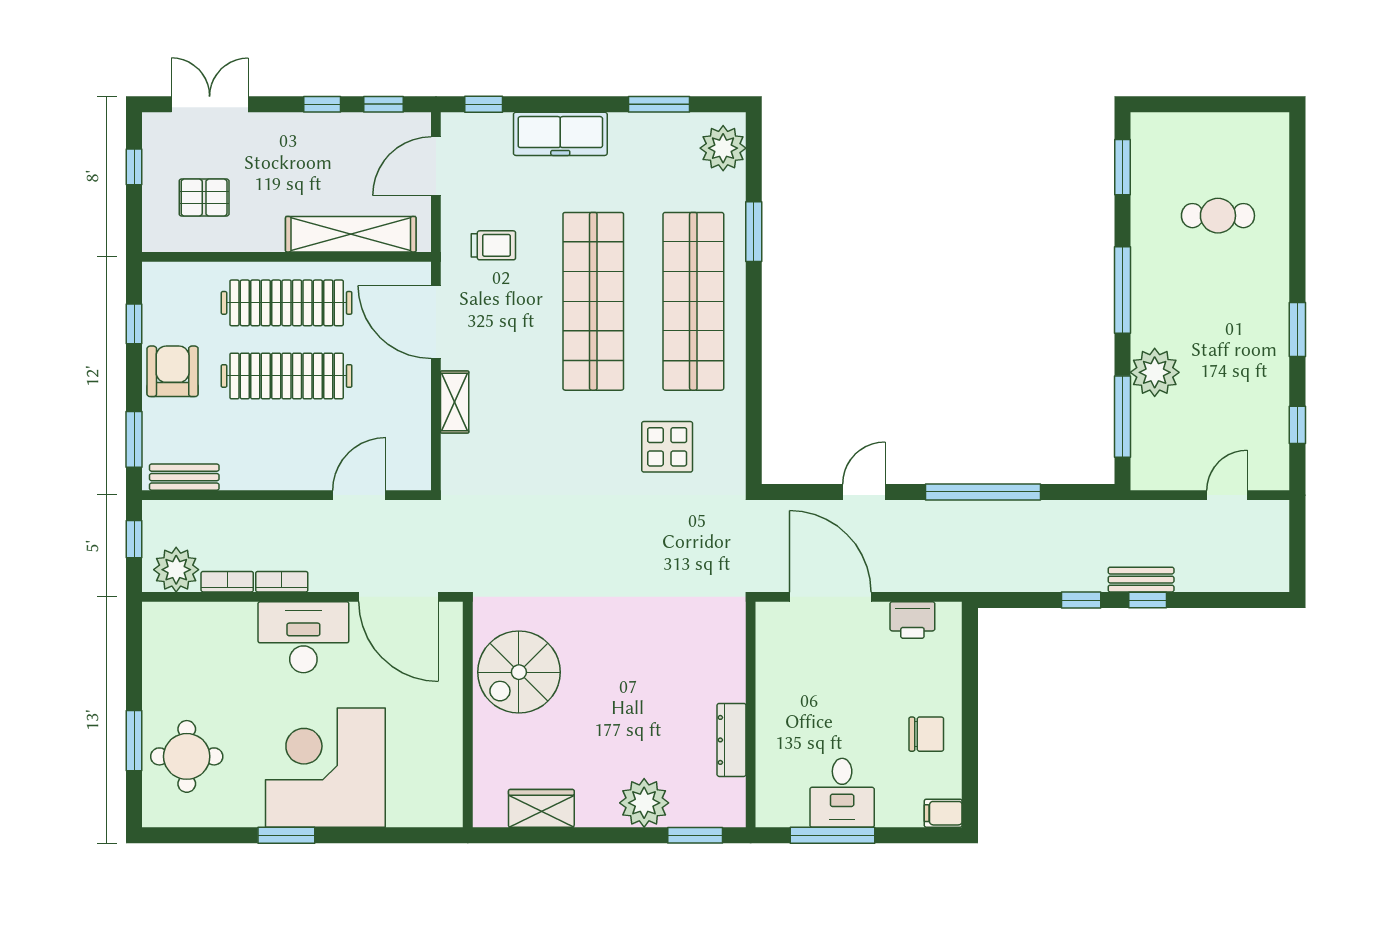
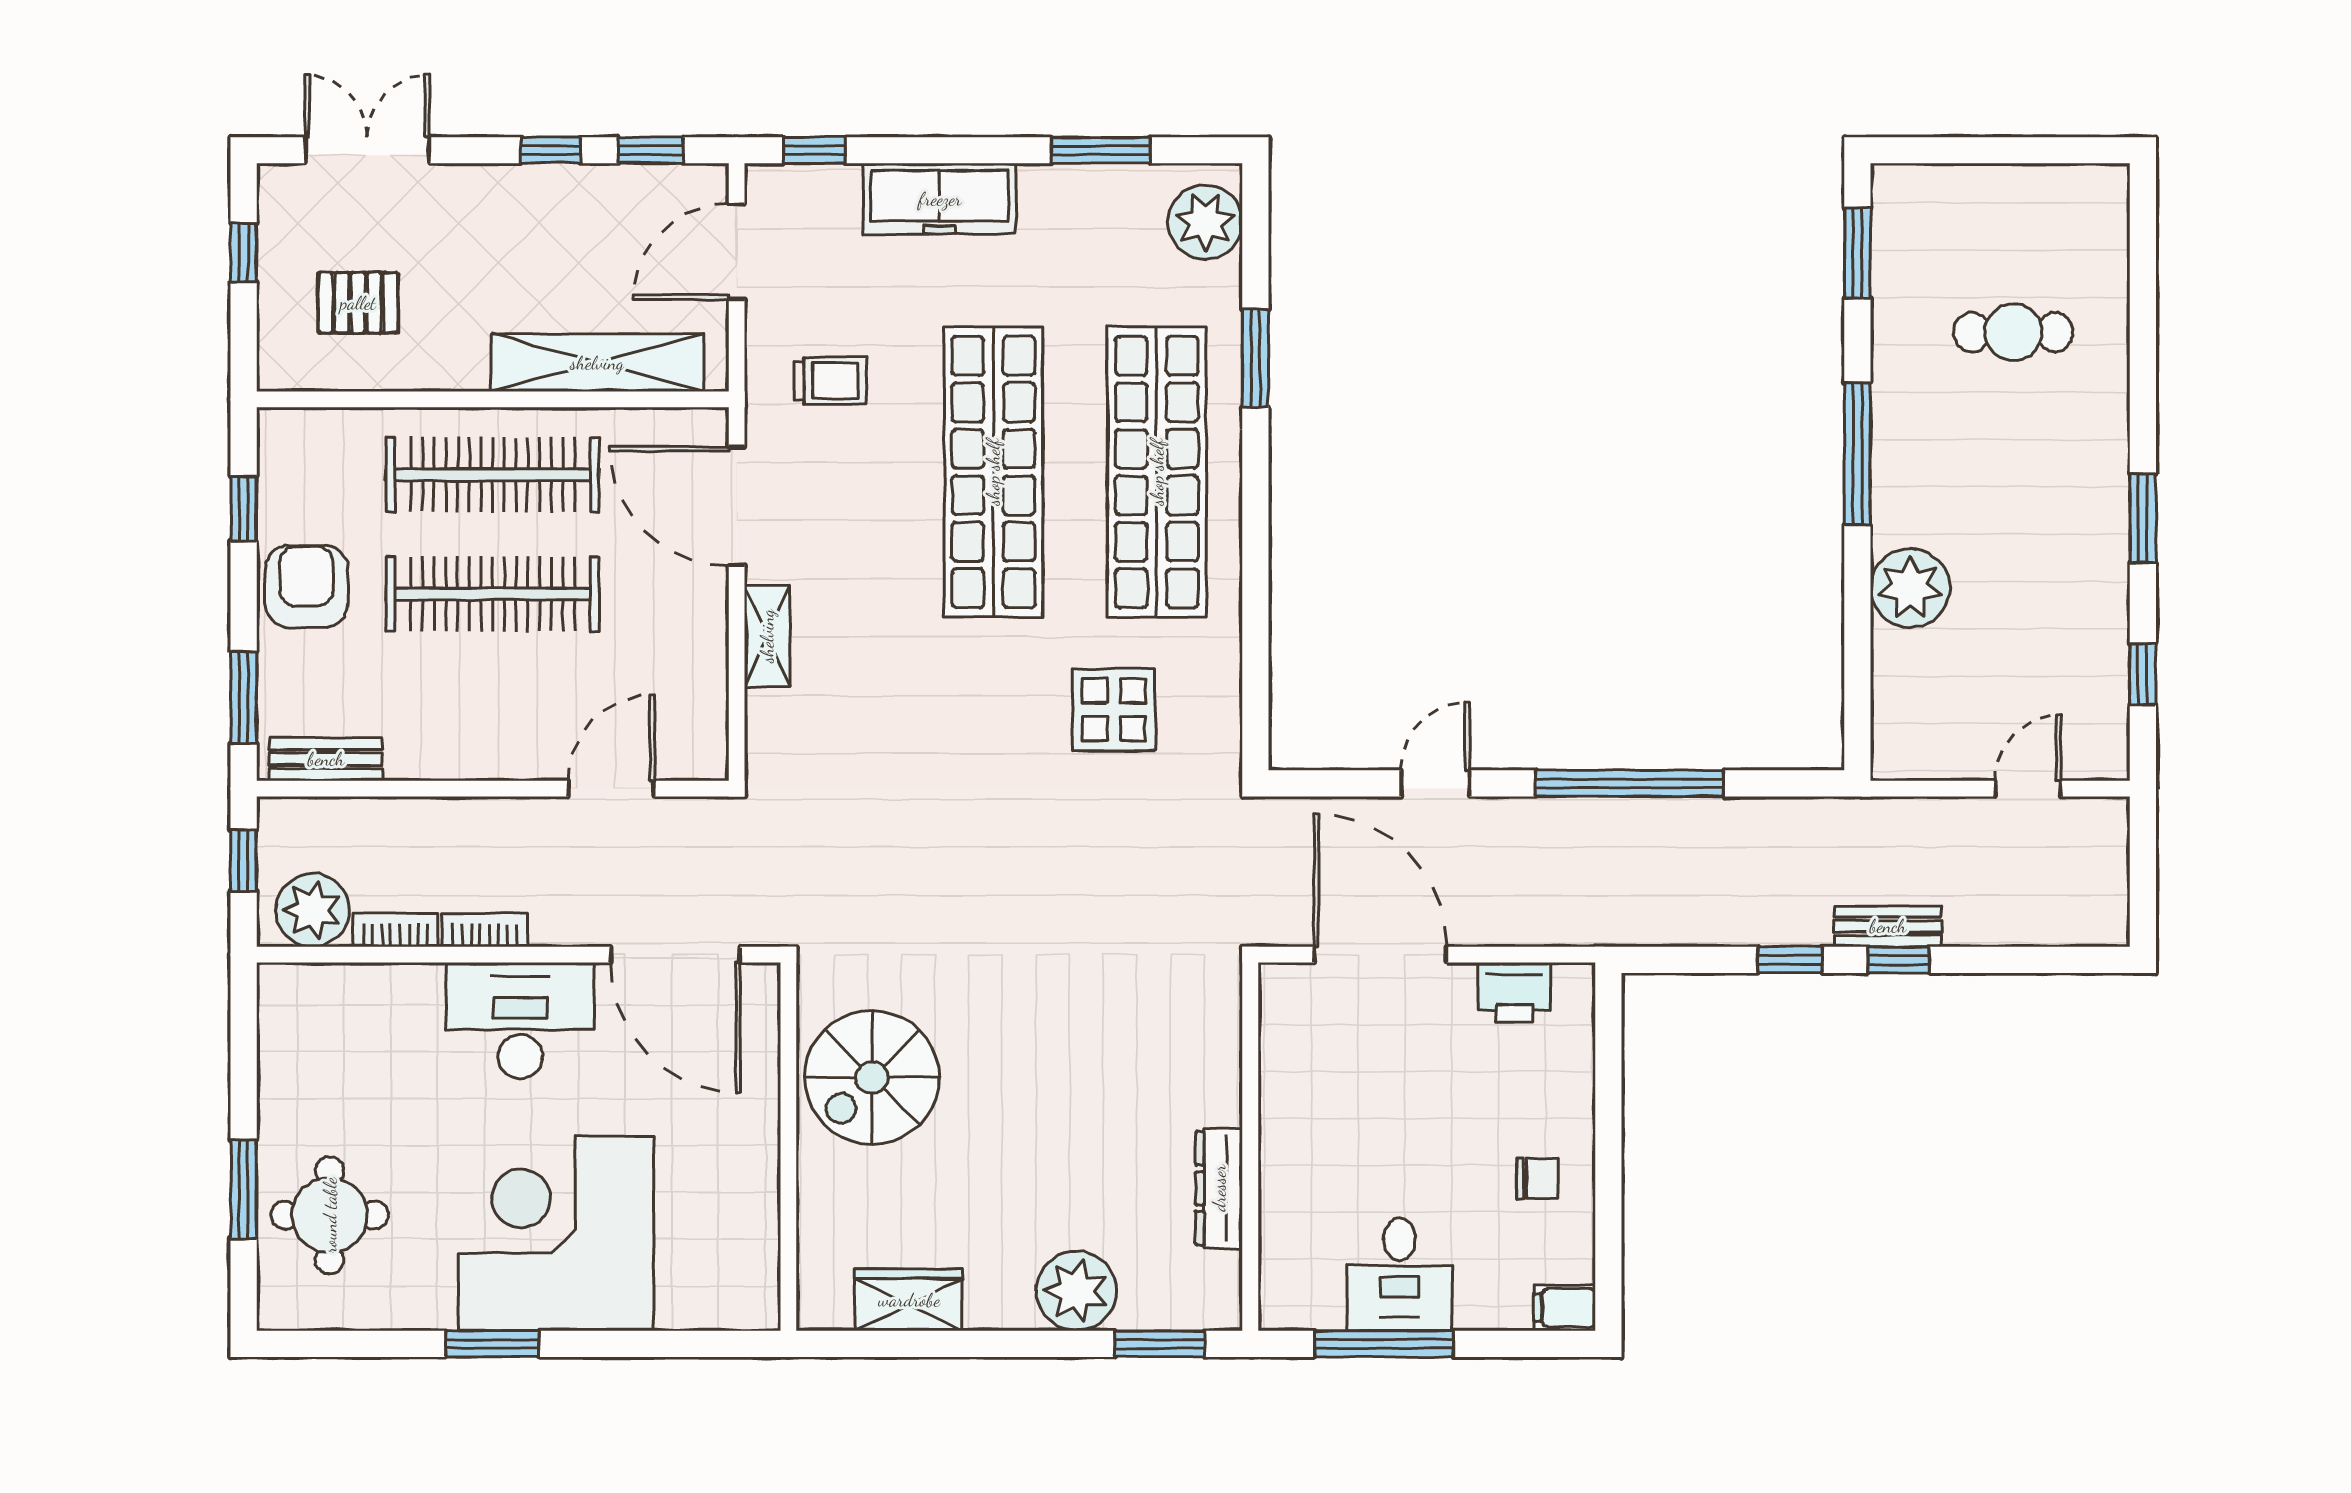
window: (1122, 417) -> (1857, 660), removed
chair: (926, 734) -> (1537, 1179), width x0.73, depth x0.73

